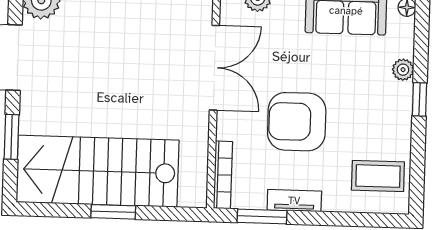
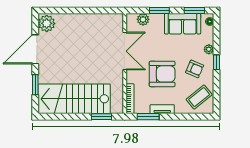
armchair: (370, 113) -> (195, 69), added
armchair: (297, 122) -> (162, 74), turned 180
coffee table: (378, 176) -> (199, 97), turned -39
window: (113, 212) -> (101, 117), moved

